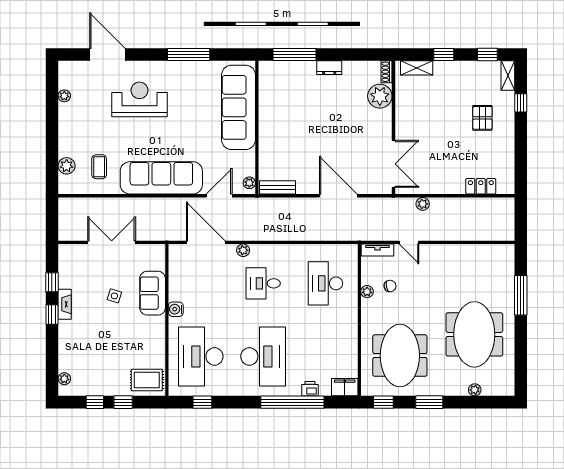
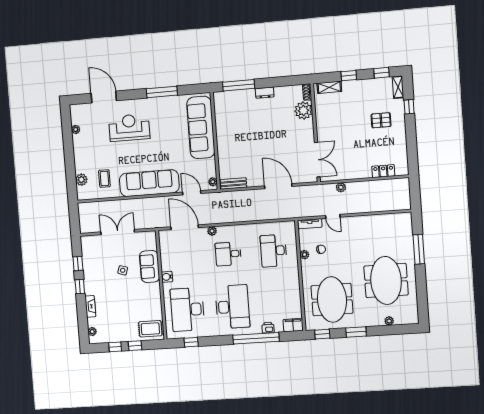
pallet: (482, 118) -> (381, 120), turned 90
door: (219, 196) -> (192, 193), hinge flipped
fireplace: (65, 304) -> (90, 306), moved

